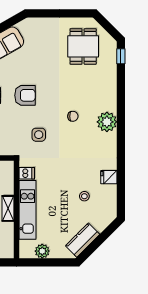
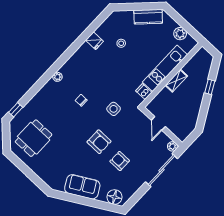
armchair: (25, 95) -> (99, 142), turned 180
plant: (107, 122) -> (57, 77), width x0.53, depth x0.53

